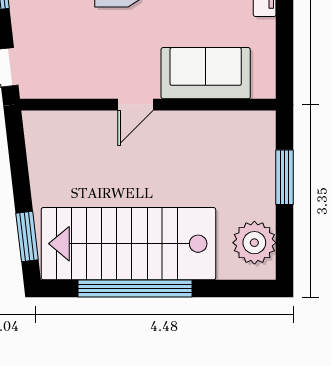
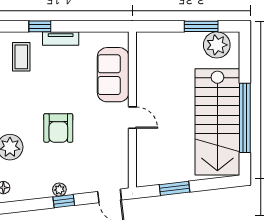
window: (285, 177) -> (201, 26), moved
window: (27, 237) -> (175, 188), moved

